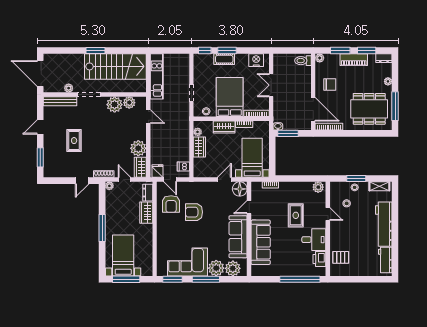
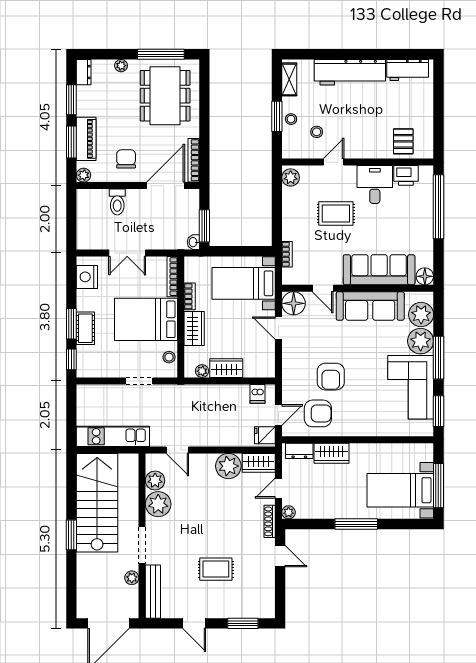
piano: (354, 60) -> (86, 139), moved
toilet: (303, 61) -> (117, 202), moved
door: (148, 117) -> (177, 450), swing flipped
floor lamp: (257, 271) -> (425, 276), added

